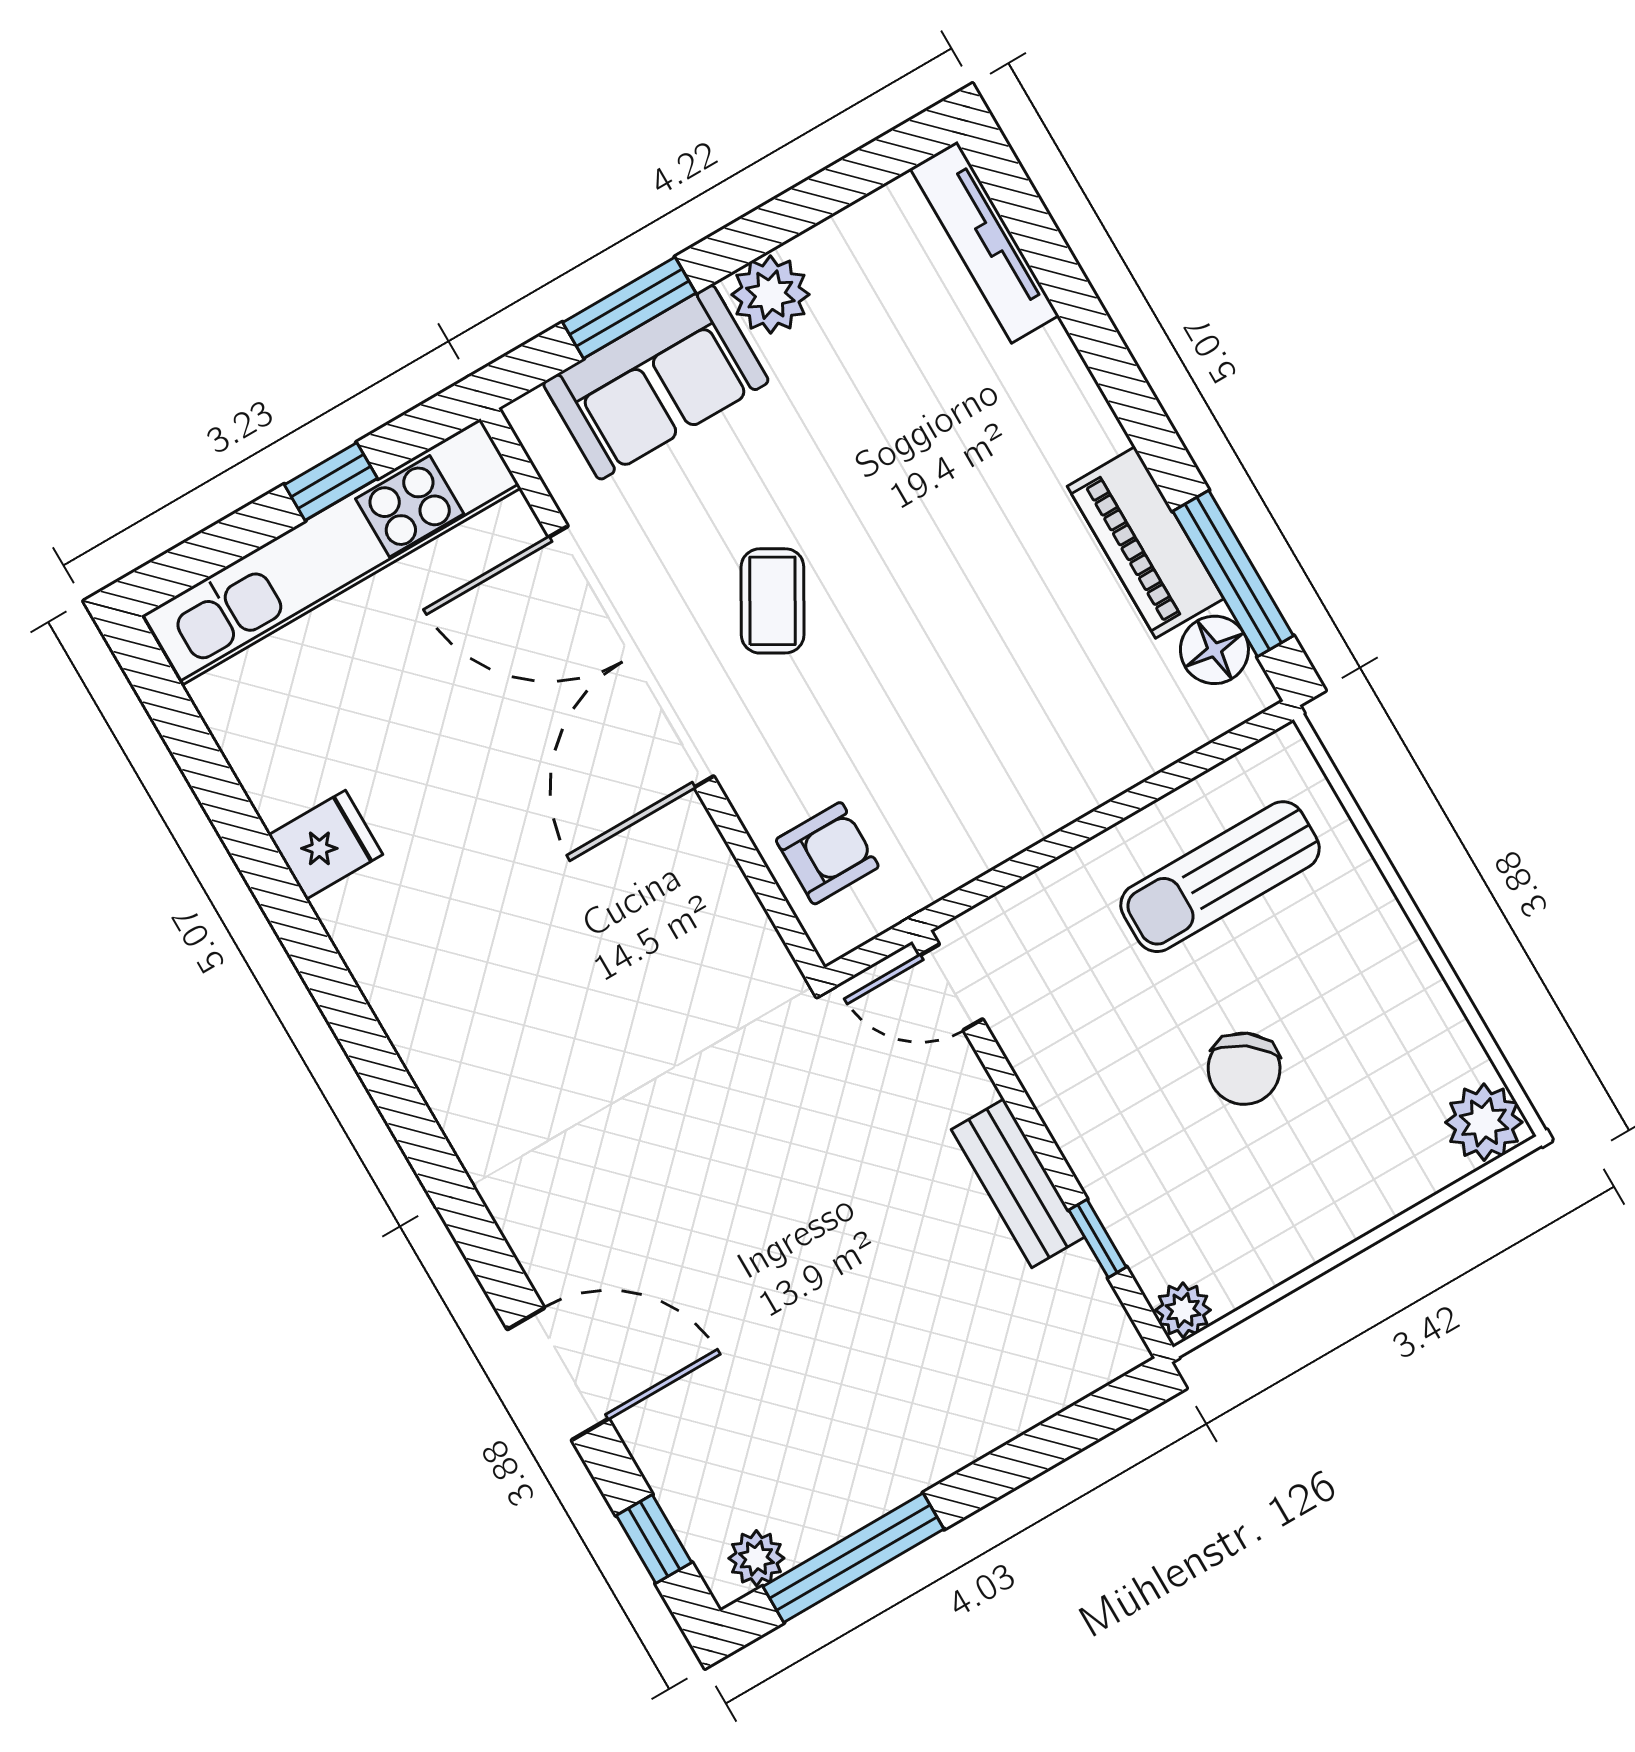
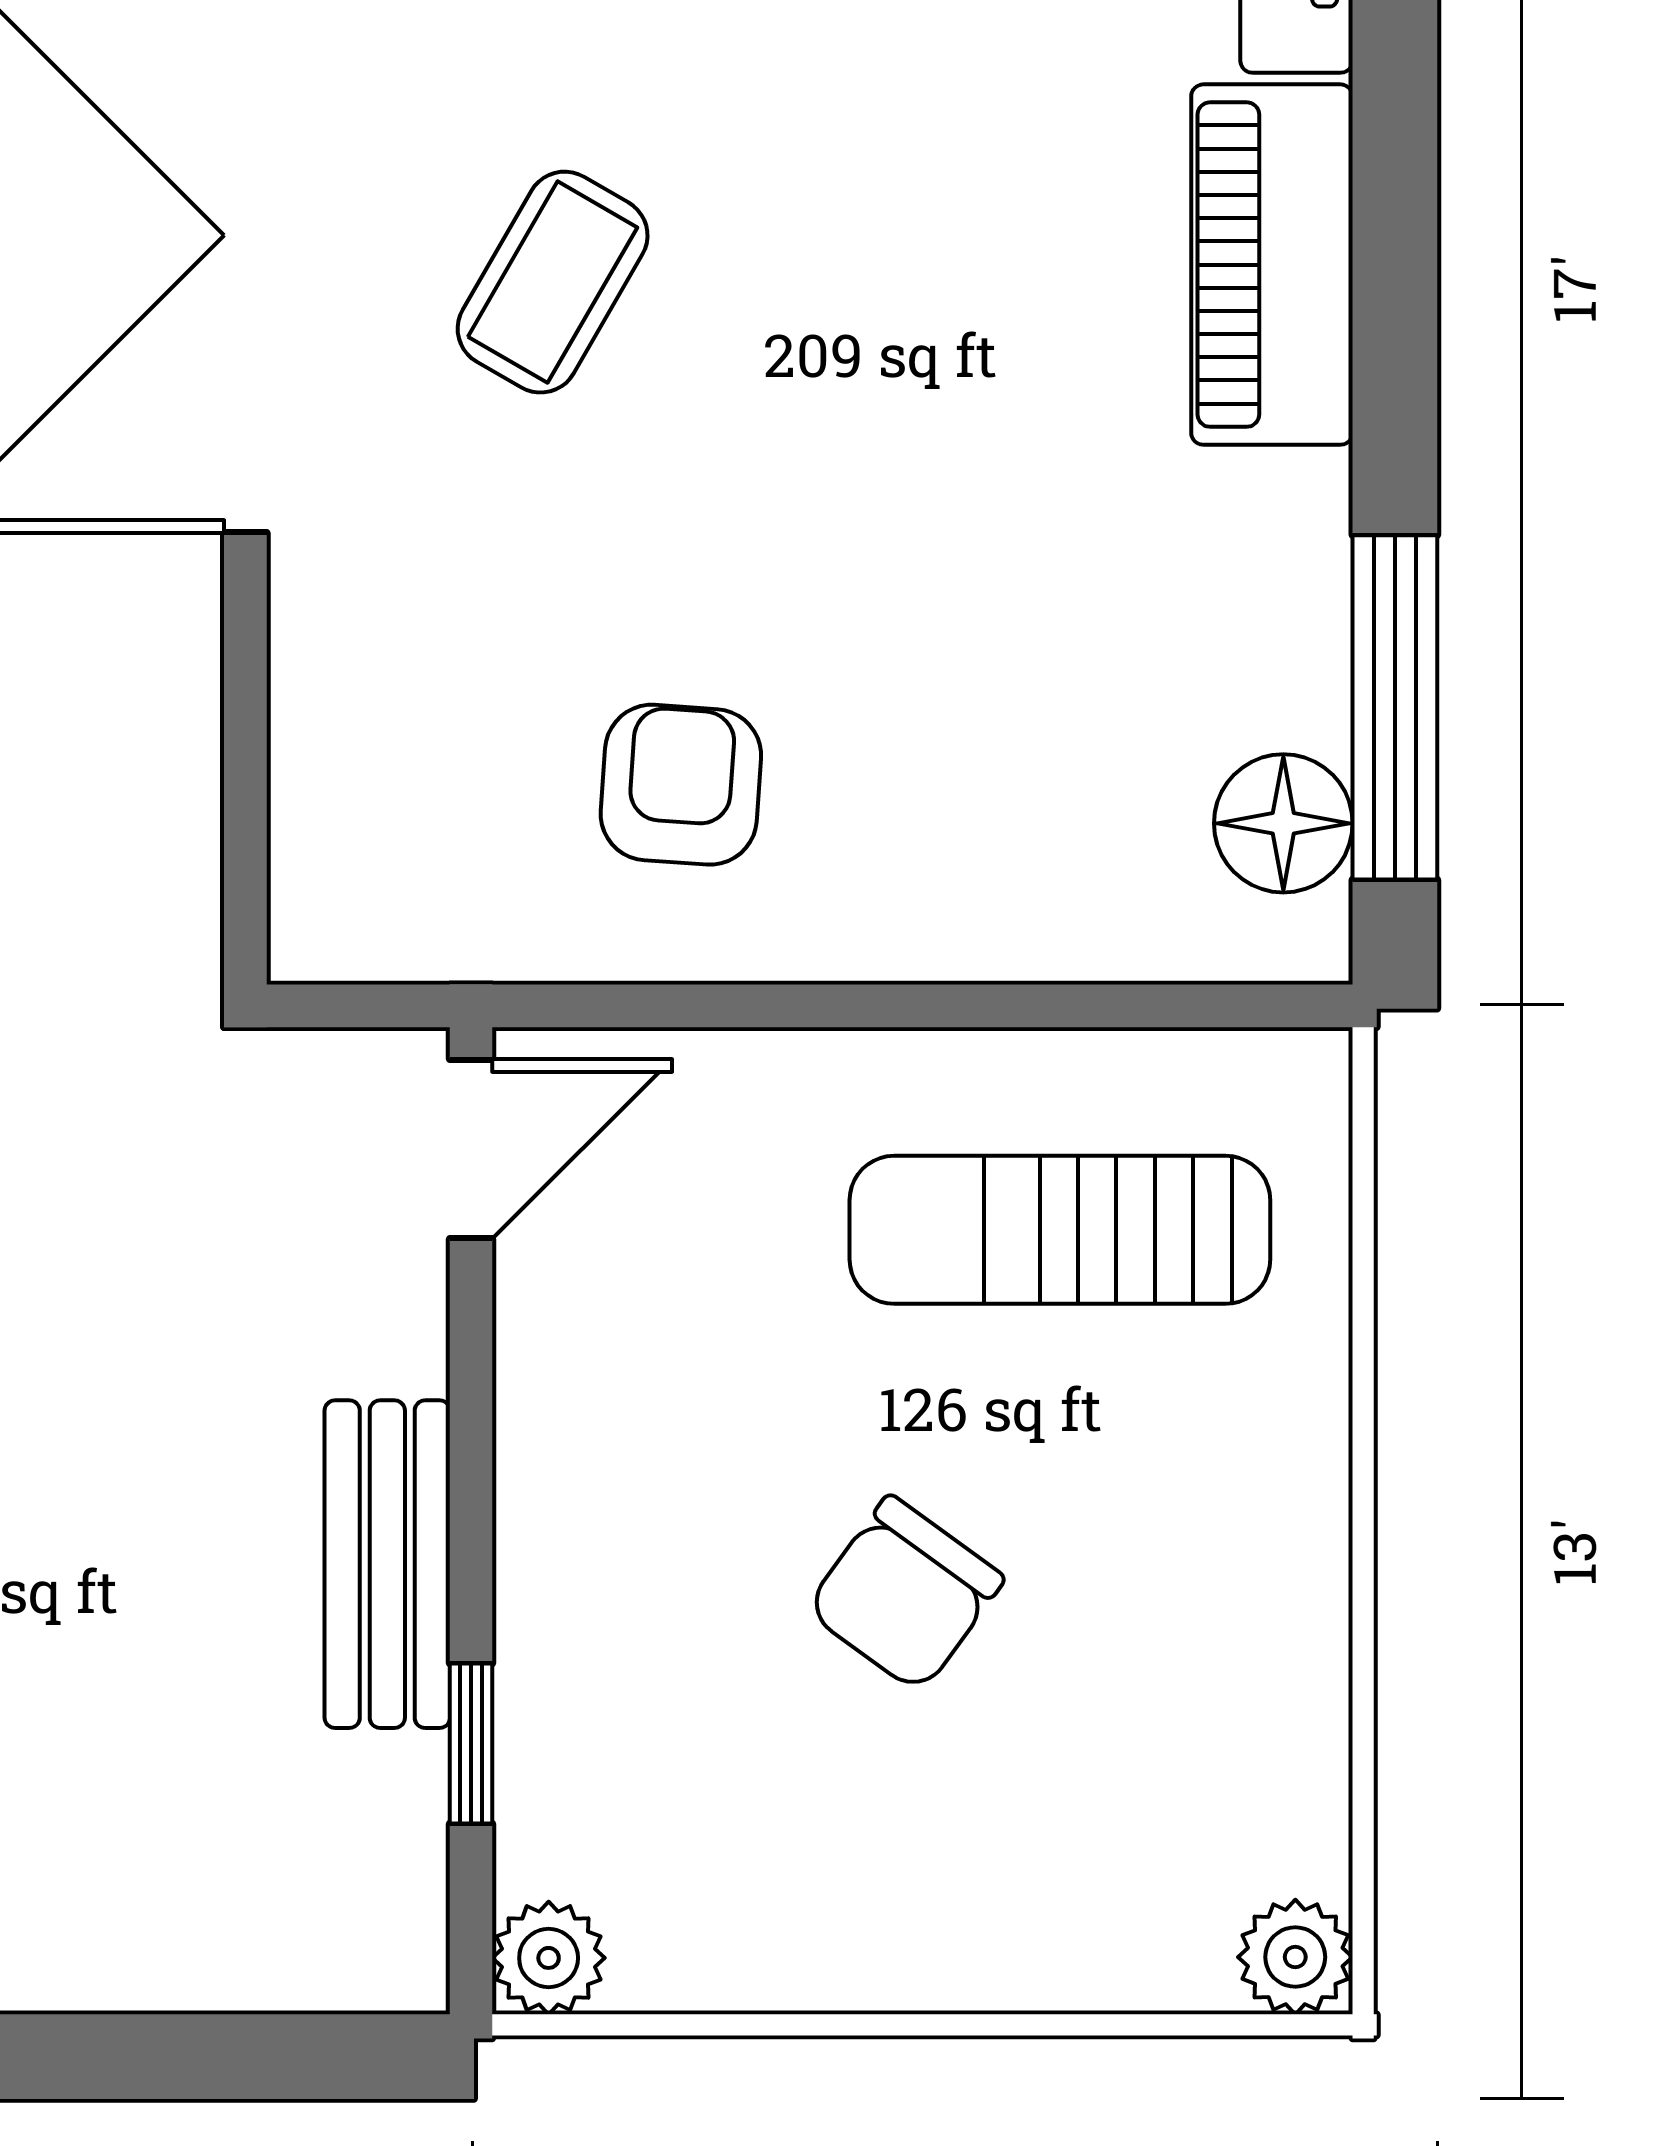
piano: (1145, 542) -> (1272, 265), moved
armchair: (827, 853) -> (681, 785), moved, turned -86
door: (951, 987) -> (471, 1149), swing flipped
plant: (1484, 1122) -> (1295, 1957), width x0.73, depth x0.73

